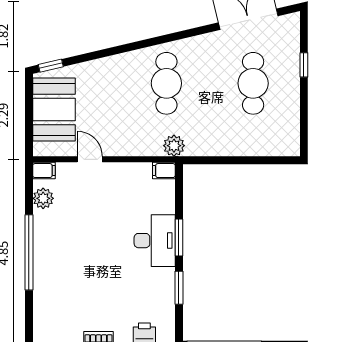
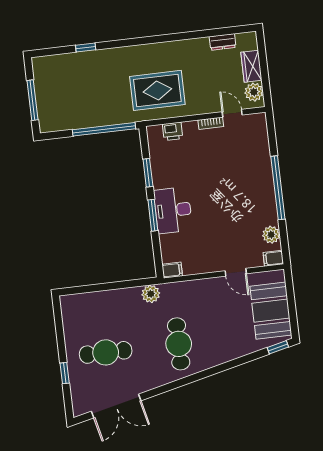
cafe table: (253, 83) -> (106, 352), turned 90
plant: (174, 146) -> (151, 294), moved

